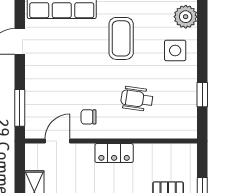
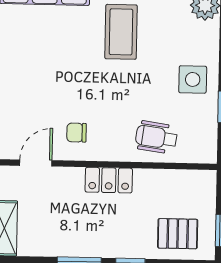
side table: (175, 50) -> (193, 79), moved
wheelchair: (137, 99) -> (156, 137), moved

